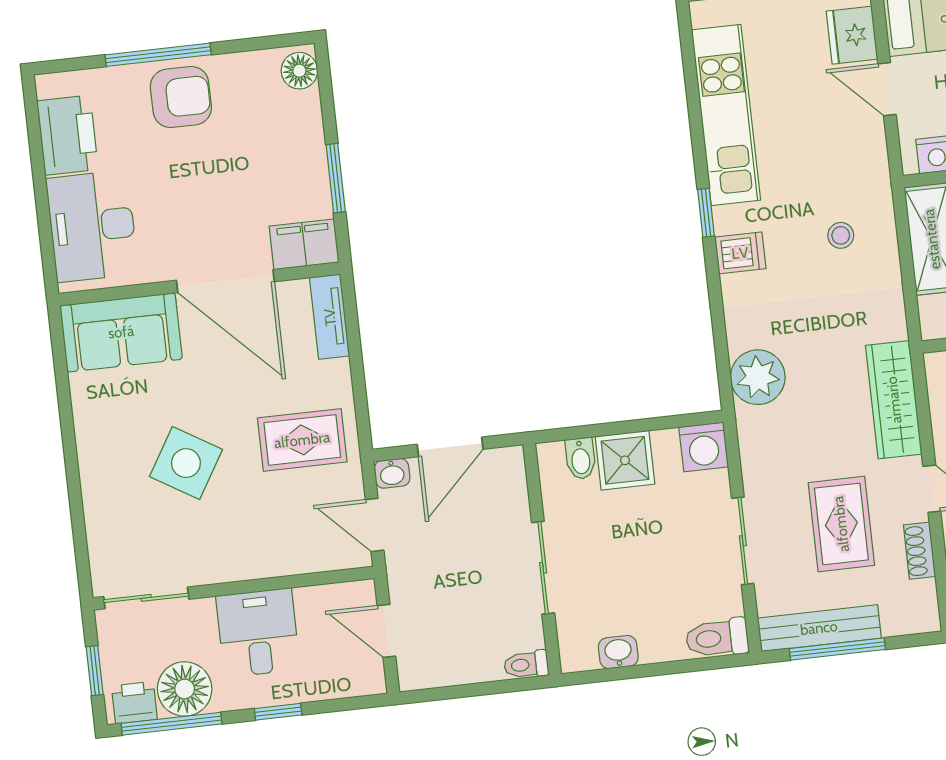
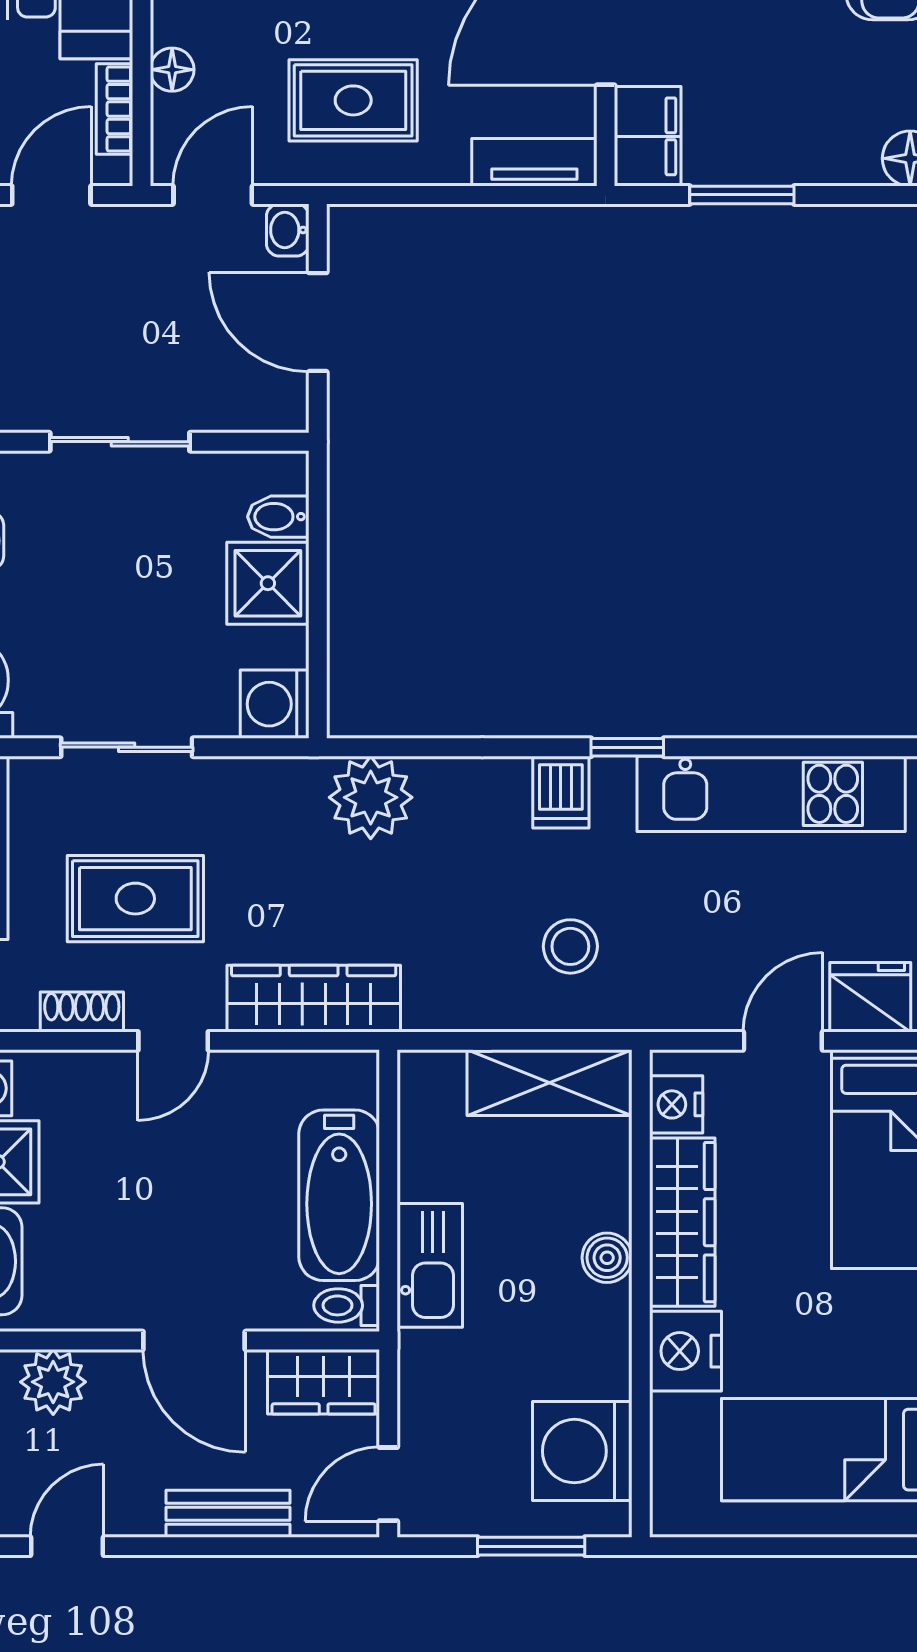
stool: (841, 235) -> (570, 946), width x1.37, depth x1.37
rug: (302, 440) -> (353, 100), turned 90
floor lamp: (295, 561) -> (172, 70), added
bookcase: (325, 596) -> (114, 109), added

